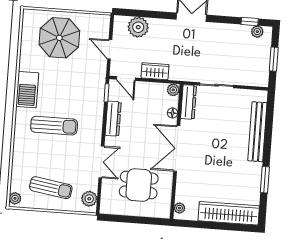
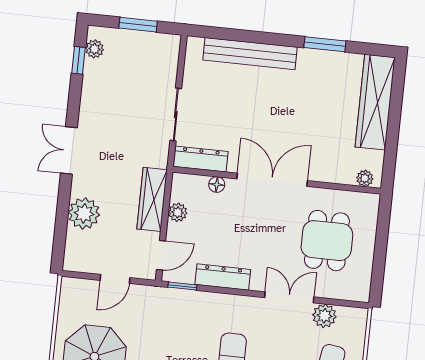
plant: (138, 27) -> (84, 213), moved
wardrobe: (155, 71) -> (152, 199), width x1.50
plant: (173, 90) -> (178, 212), moved
double door: (177, 149) -> (272, 180), swing flipped
plant: (89, 199) -> (324, 316), moved

